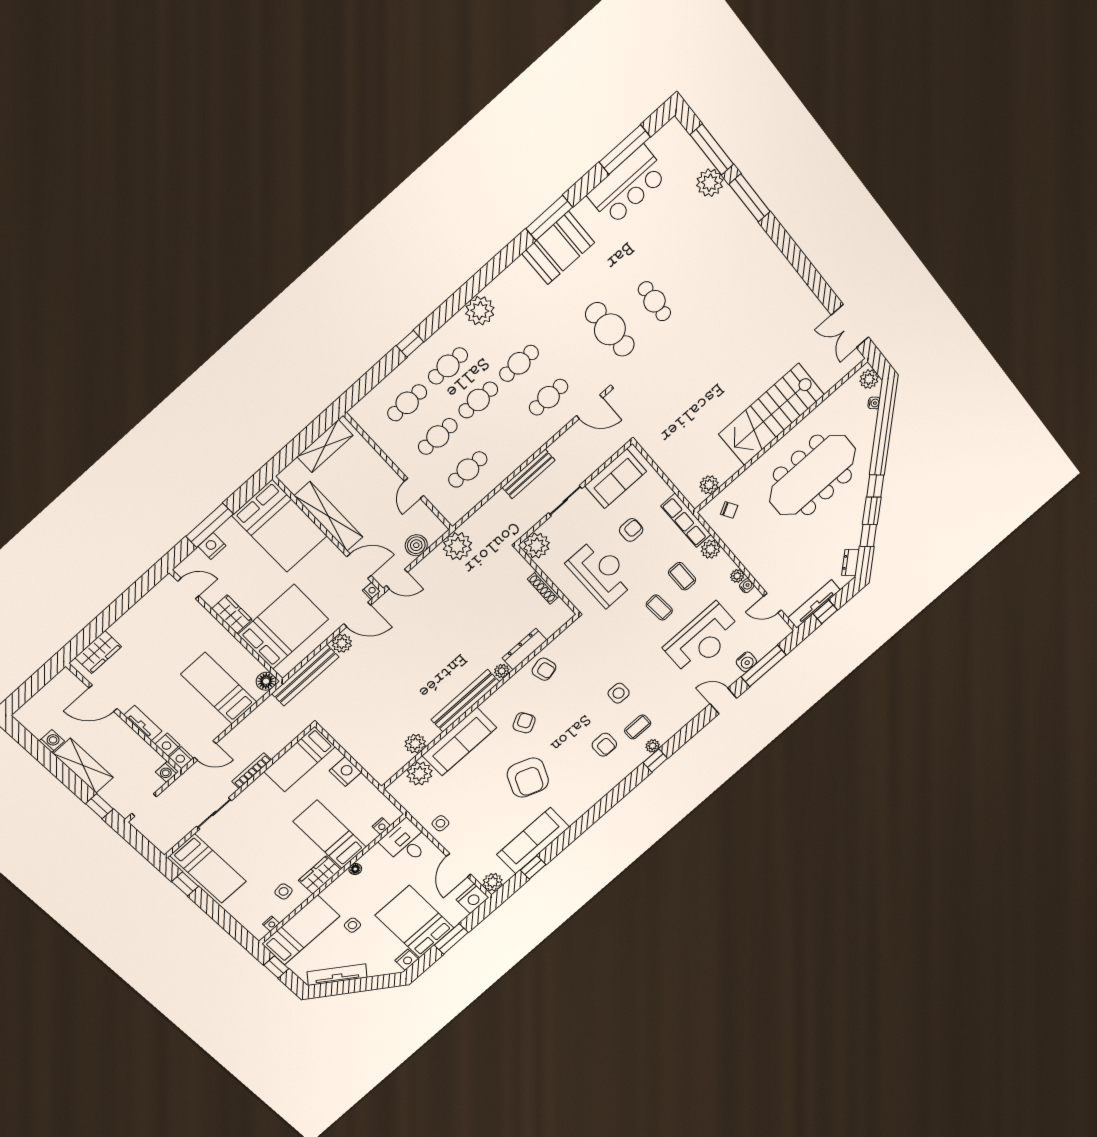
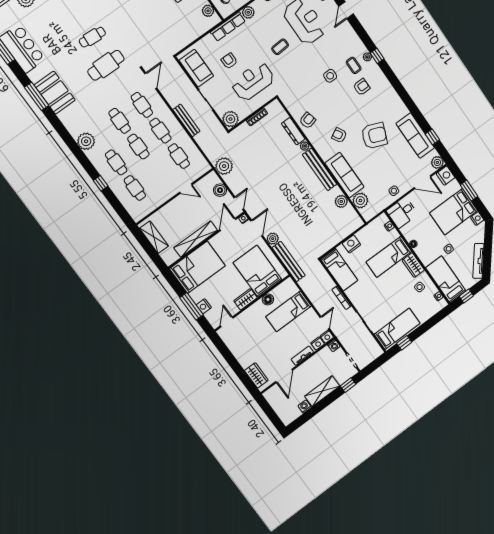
cafe table: (438, 436) -> (160, 131), moved
coffee table: (682, 576) -> (263, 31), removed
floor lamp: (266, 681) -> (268, 299), moved

